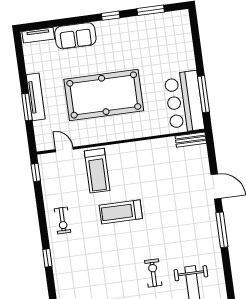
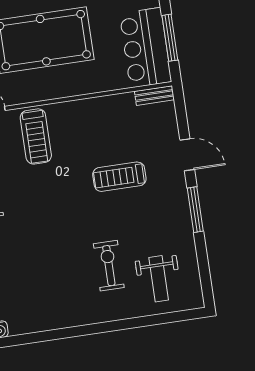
treadmill: (121, 212) -> (119, 177), moved
exercise bike: (153, 273) -> (109, 266), width x1.38, depth x1.39

